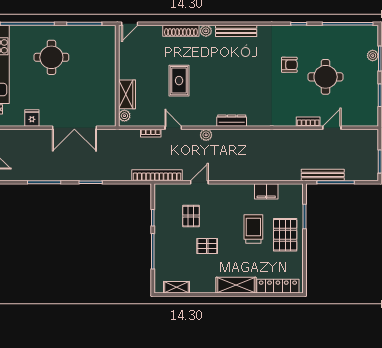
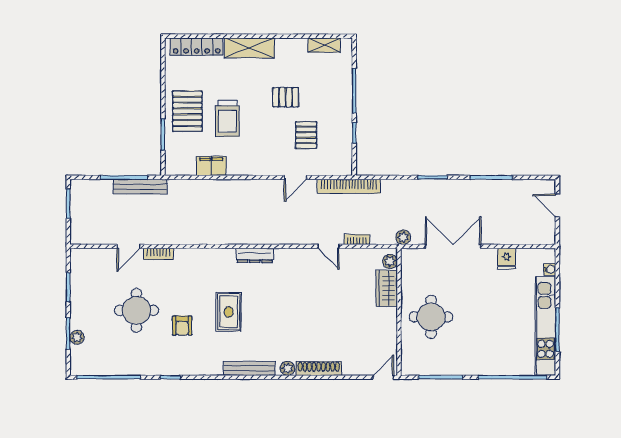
round table: (51, 57) -> (431, 317), moved
armchair: (289, 65) -> (182, 326), turned -90
rug: (179, 81) -> (229, 312), moved
plant: (206, 135) -> (403, 237), moved

